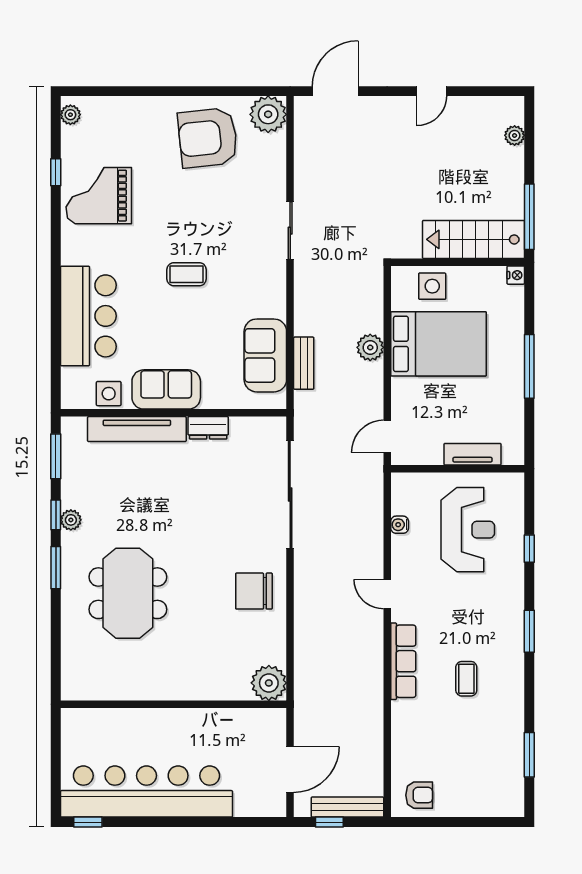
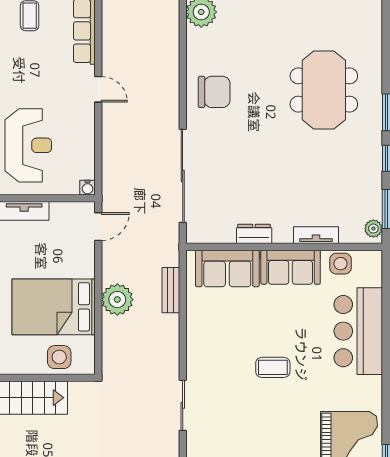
plant: (370, 347) -> (117, 300), width x1.36, depth x1.36
sofa: (265, 355) -> (227, 268), moved, turned 90
tv unit: (137, 429) -> (316, 235), width x0.52, depth x0.78
plant: (71, 520) -> (373, 229), moved
water cooler: (400, 525) -> (88, 188), moved, turned 90
reception desk: (468, 530) -> (28, 145), turned 180

